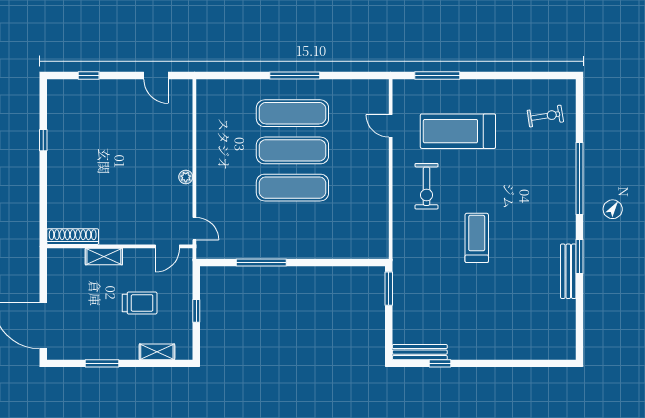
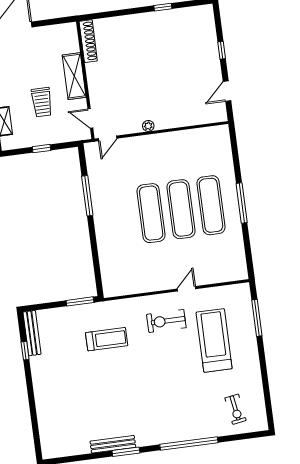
window: (89, 75) -> (222, 50), moved
door: (391, 126) -> (186, 289), moved
treadmill: (477, 238) -> (107, 339), moved
shelving: (104, 257) -> (74, 76), width x1.50, depth x1.33

